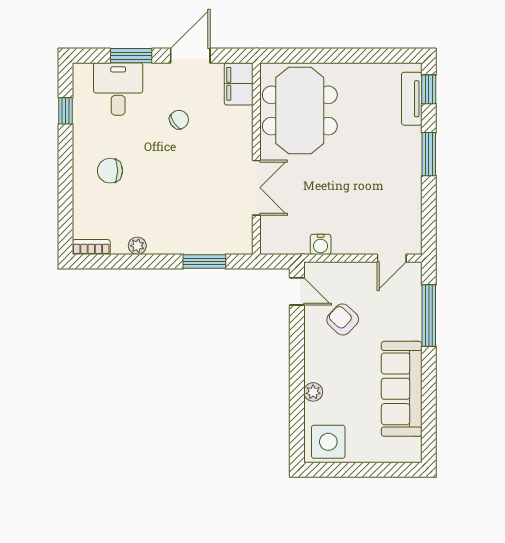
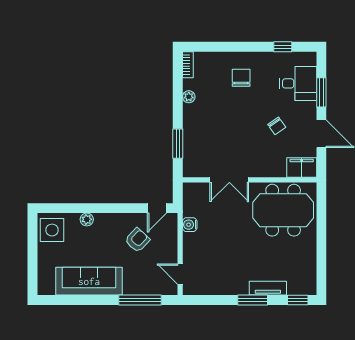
tv unit: (412, 99) -> (268, 288), moved

